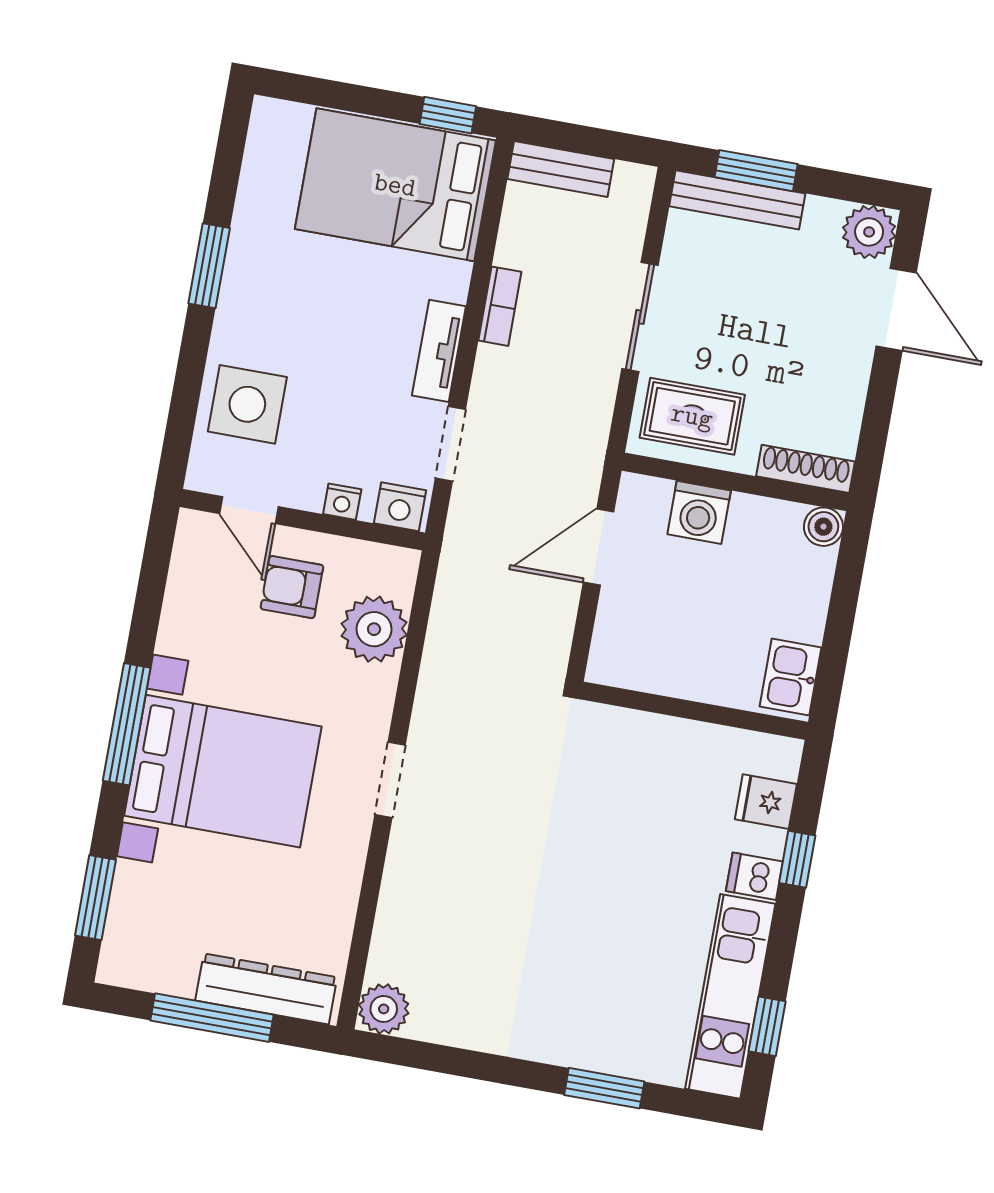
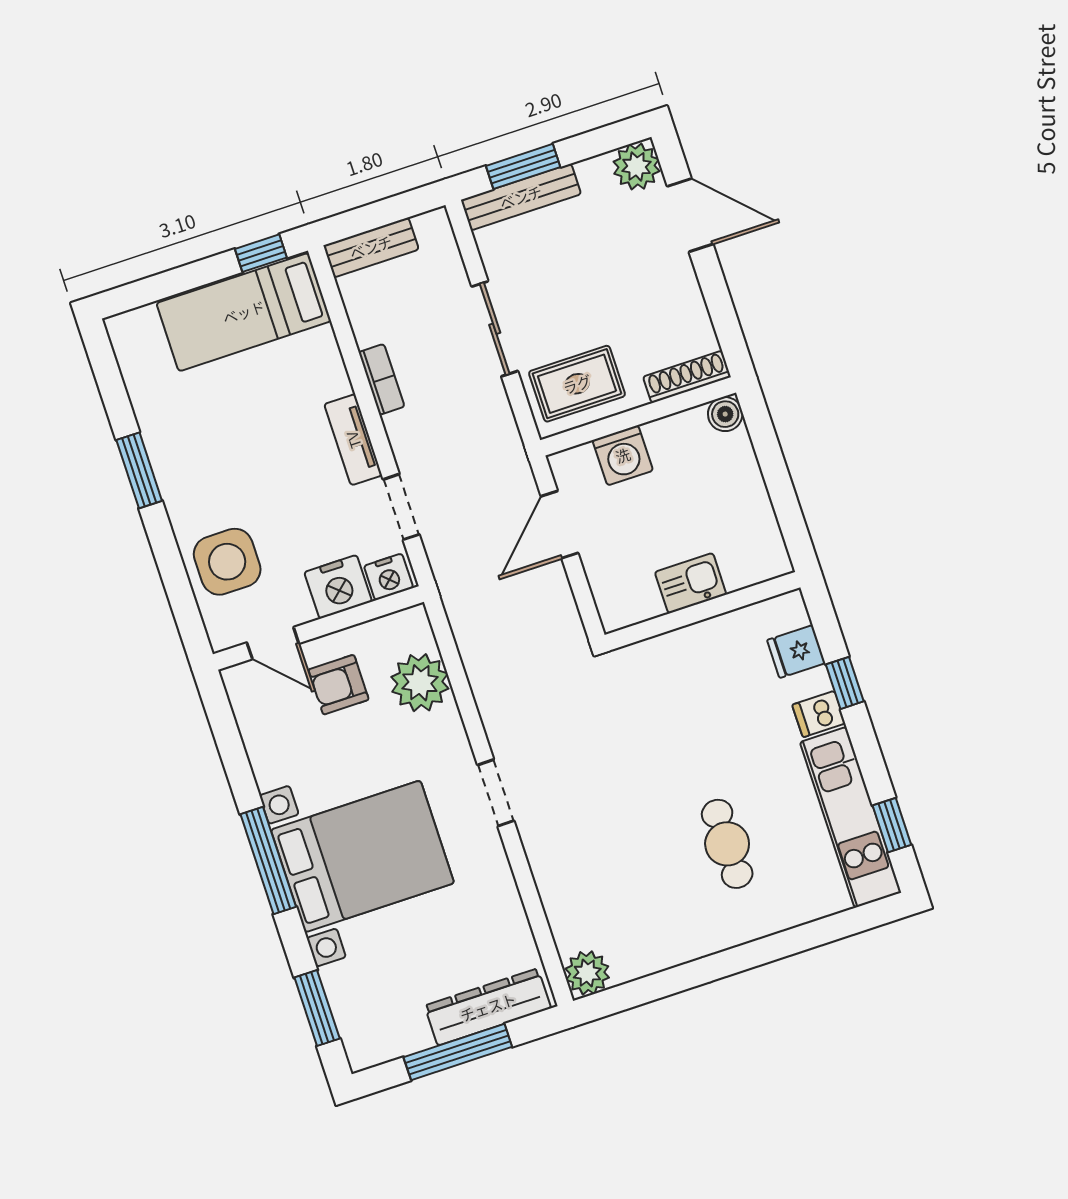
bed: (395, 185) -> (244, 312), width x0.67
nightstand: (342, 502) -> (338, 587), width x1.89, depth x1.79
kitchen sink: (791, 677) -> (691, 583), moved, turned 90
cafe table: (593, 956) -> (727, 844), added
window: (604, 1088) -> (792, 942), removed

